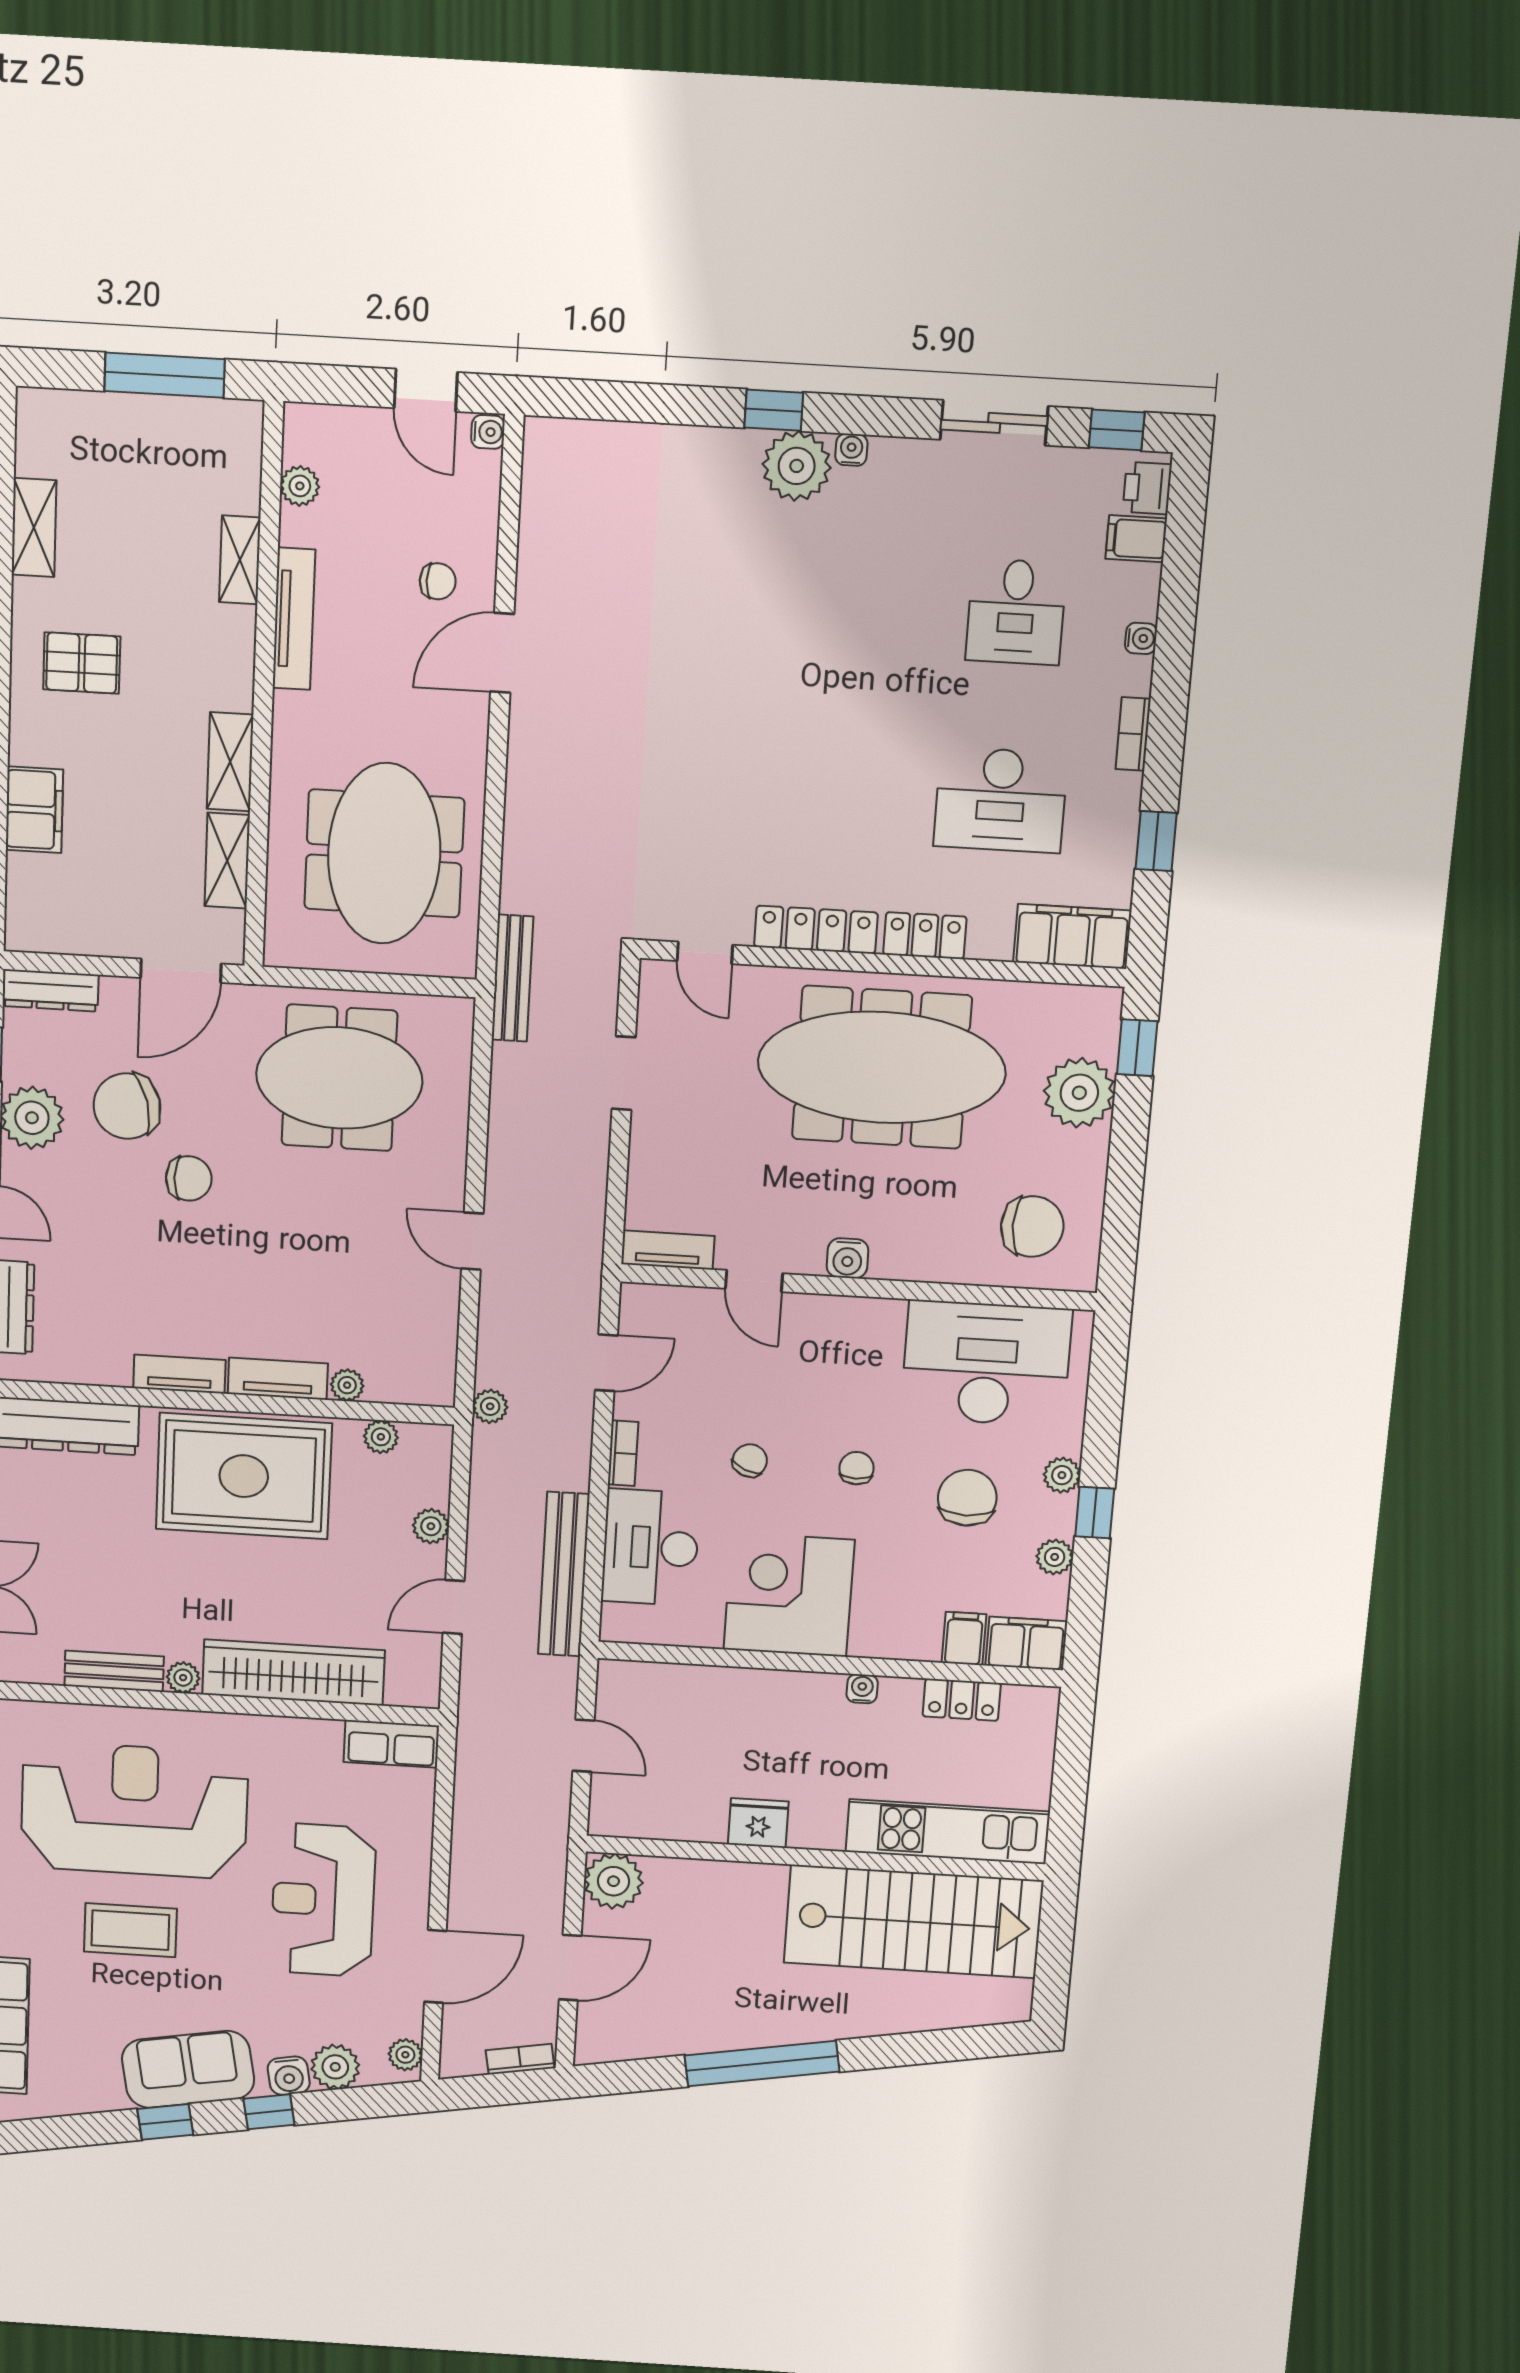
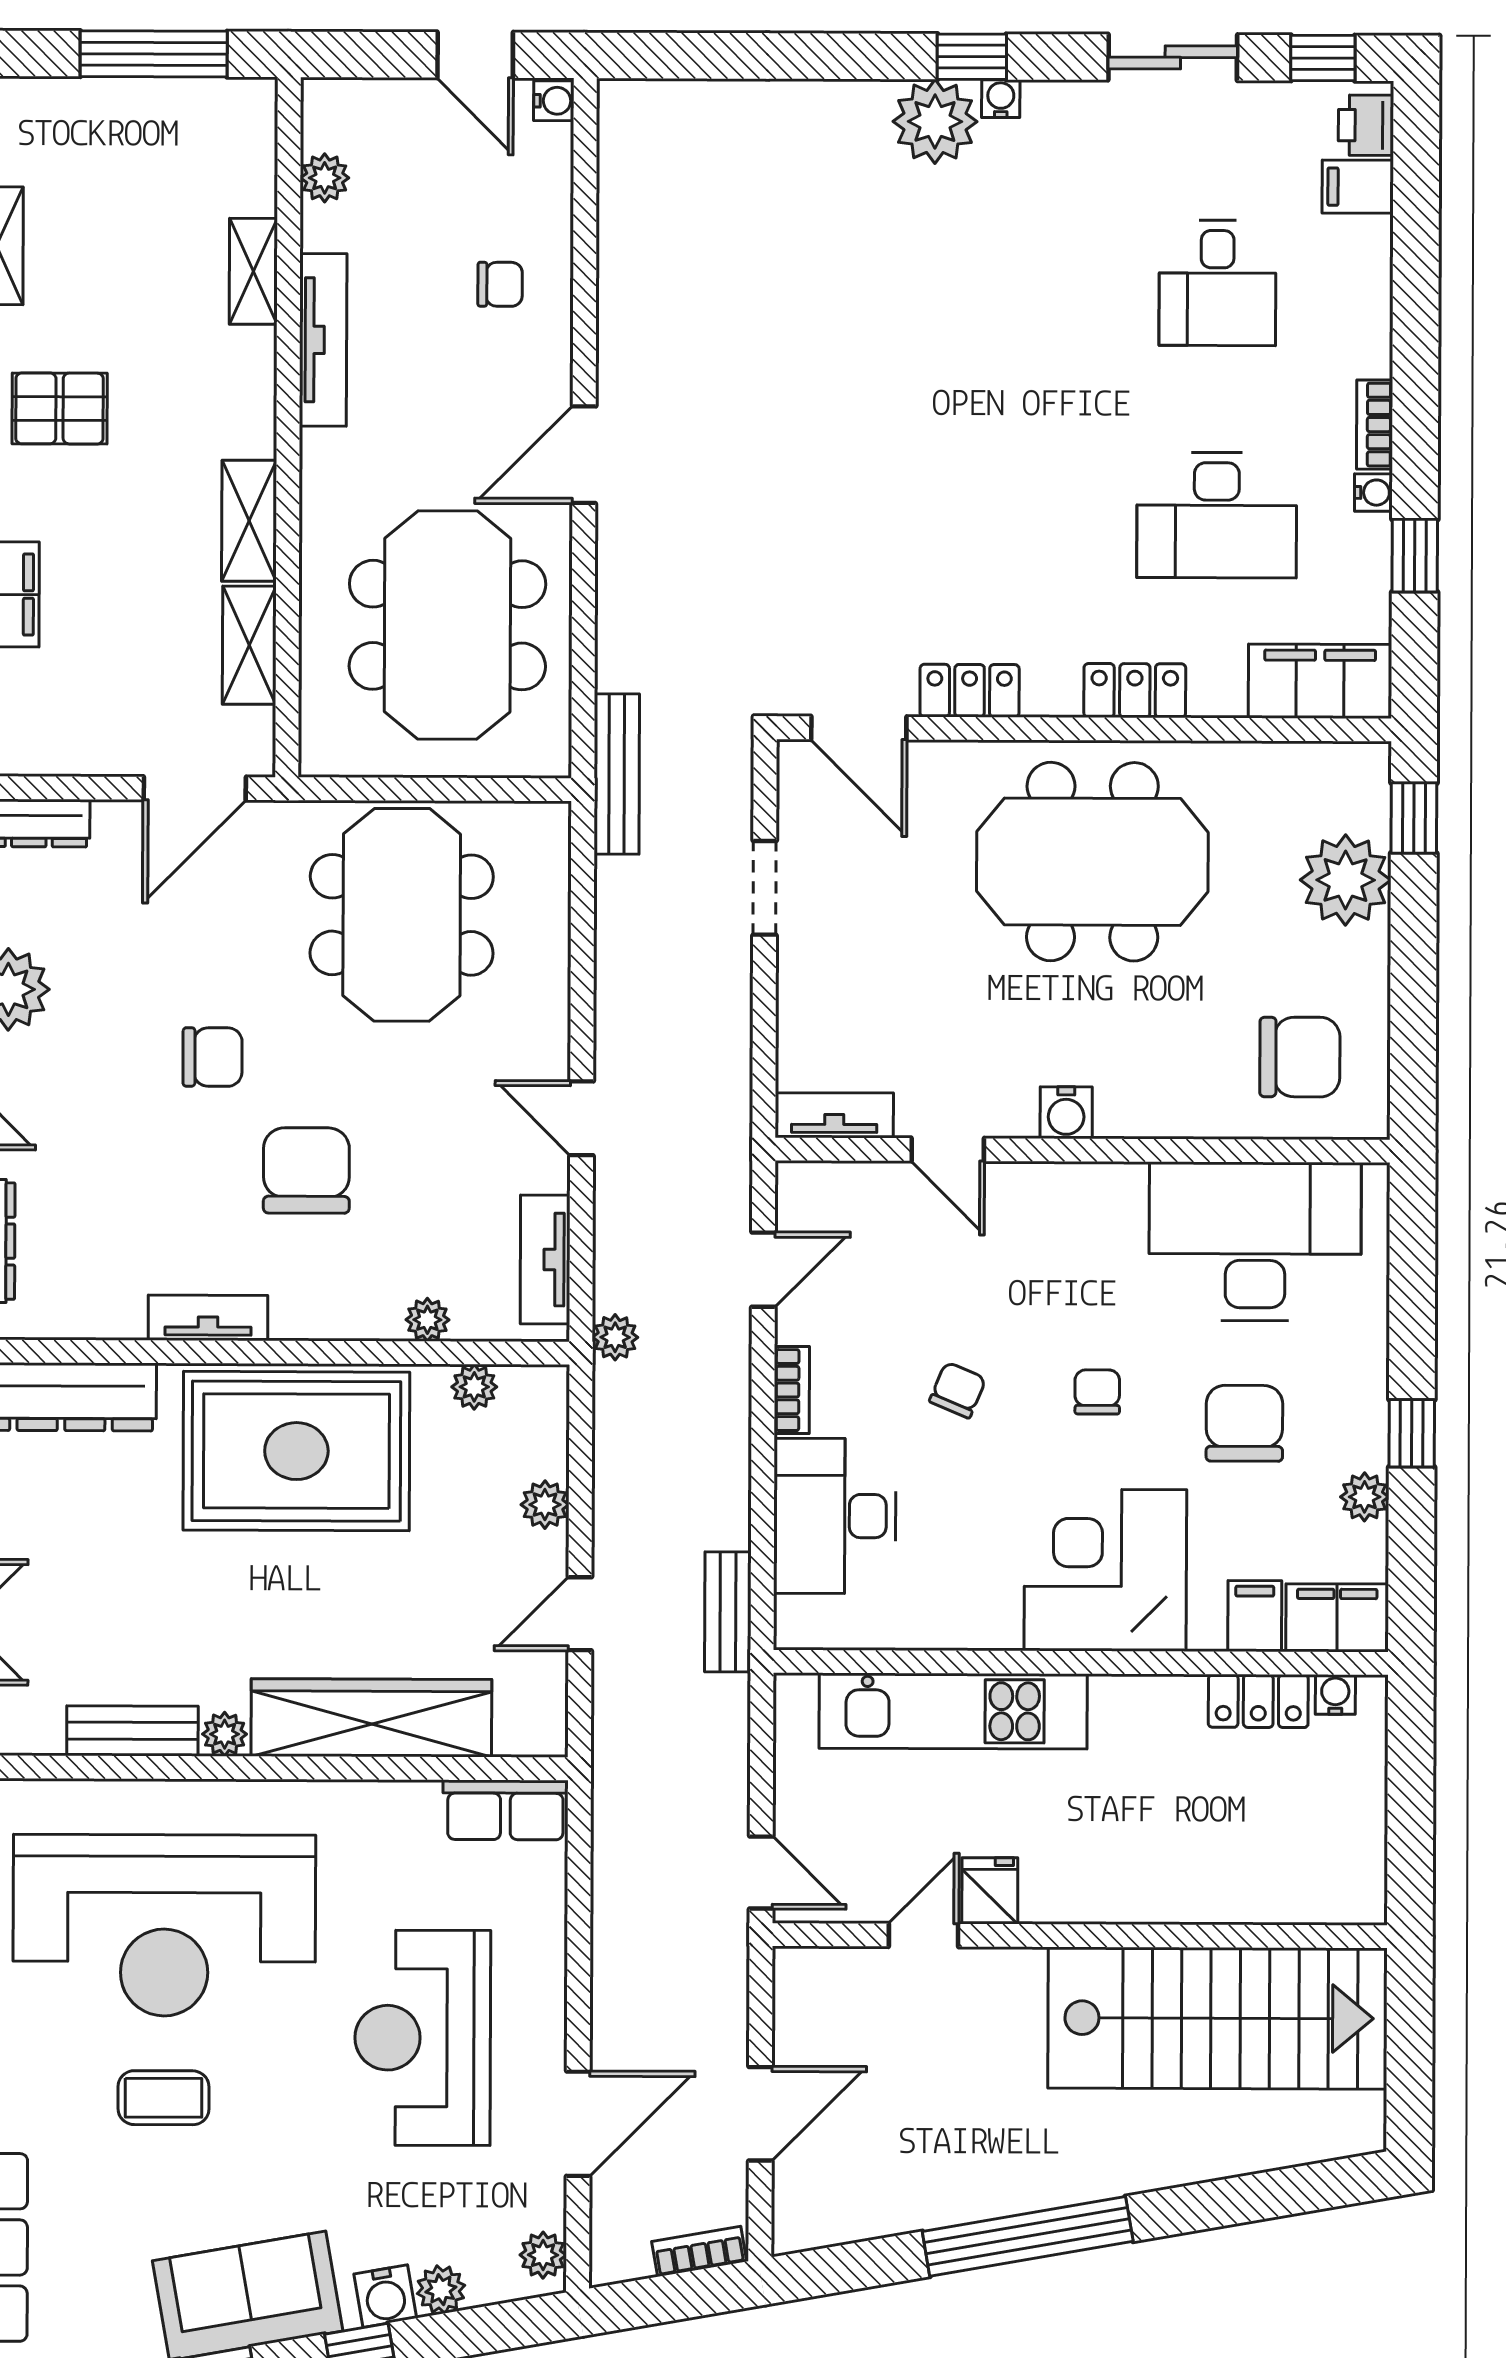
window: (774, 410) -> (972, 57), moved
water cooler: (1141, 638) -> (1373, 493), moved
door: (502, 653) -> (584, 455), moved
locker: (816, 930) -> (970, 691), width x0.66
door: (705, 953) -> (859, 728), width x1.38
meeting table: (882, 1067) -> (1092, 862), width x0.73
meeting table: (339, 1078) -> (402, 915), turned 90
chair: (127, 1106) -> (306, 1170), moved, turned 105
tv unit: (278, 1379) -> (545, 1259), moved, turned -90
plant: (1062, 1475) -> (1365, 1385), removed
bench: (564, 1574) -> (728, 1612), width x0.54, depth x0.82
corner desk: (789, 1595) -> (1105, 1570), moved
water cooler: (862, 1689) -> (1335, 1695), moved
door: (583, 1746) -> (761, 1873), moved
reception desk: (134, 1810) -> (164, 1925), turned 180
fridge: (758, 1823) -> (990, 1891), width x0.72
kitchen unit: (948, 1832) -> (953, 1711), moved, turned 180
door: (699, 1851) -> (924, 1935), added
plant: (613, 1881) -> (812, 1986), removed
coffee table: (130, 1930) -> (163, 2098), width x0.73, depth x0.77
plant: (335, 2067) -> (441, 2290), width x0.73, depth x0.73

